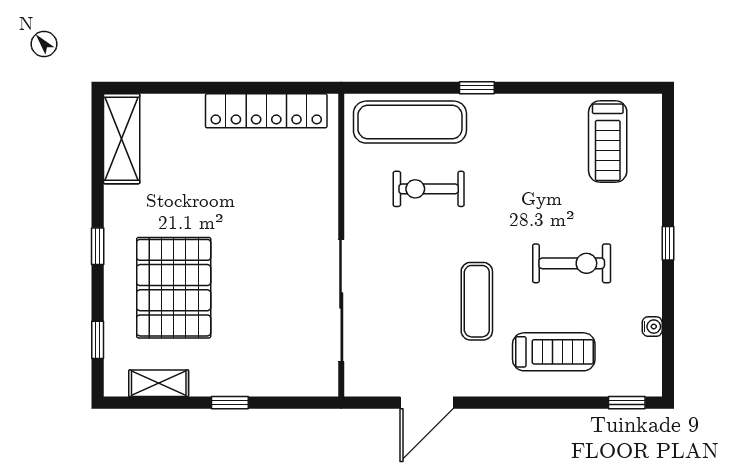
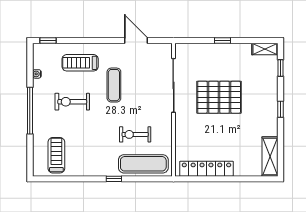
exercise bike: (429, 189) -> (135, 134), turned 180
window: (668, 243) -> (30, 111), width x3.17
pallet: (174, 288) -> (219, 97), moved, turned 90
shelving: (159, 383) -> (265, 49), moved
door: (427, 403) -> (136, 40), hinge flipped

